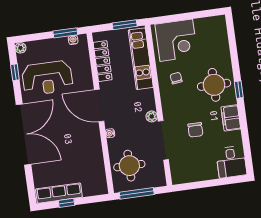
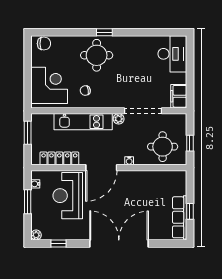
window: (65, 33) -> (28, 202), moved
kitchen unit: (141, 59) -> (83, 122), moved
reception desk: (47, 78) -> (68, 196), moved, turned 180
filing cabinet: (231, 118) -> (179, 96), moved, turned 90
chair: (195, 130) -> (44, 44), moved
desk: (231, 162) -> (172, 54), width x1.37
window: (137, 193) -> (190, 143), width x0.46

